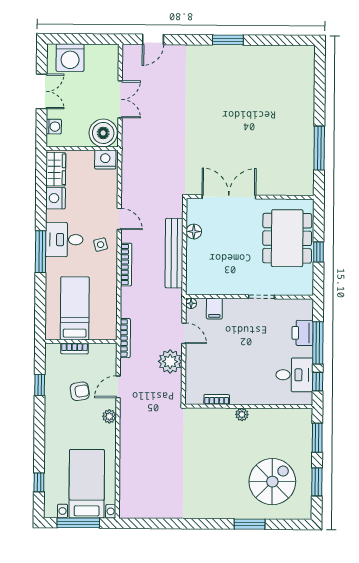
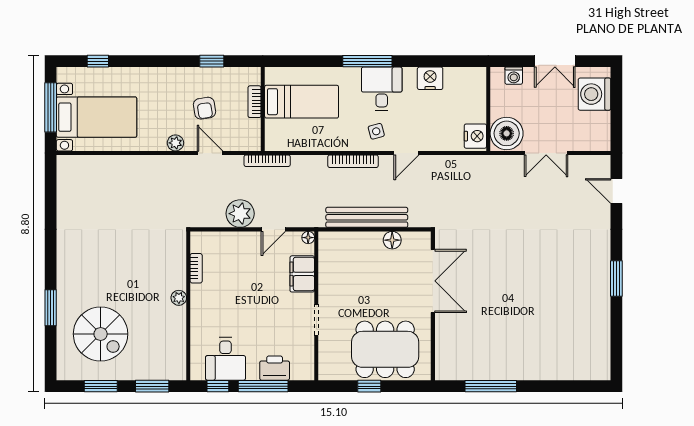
wardrobe: (56, 169) -> (464, 78), removed
filing cabinet: (214, 309) -> (302, 274), width x2.00

